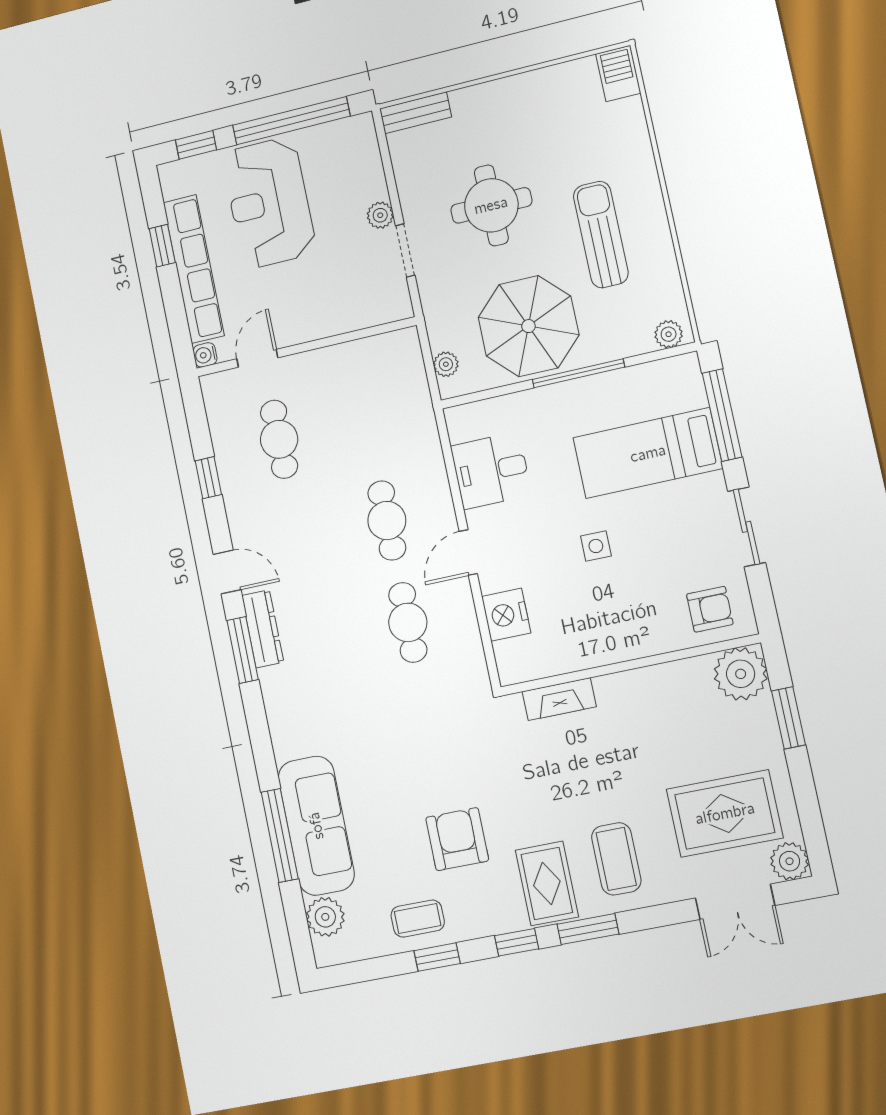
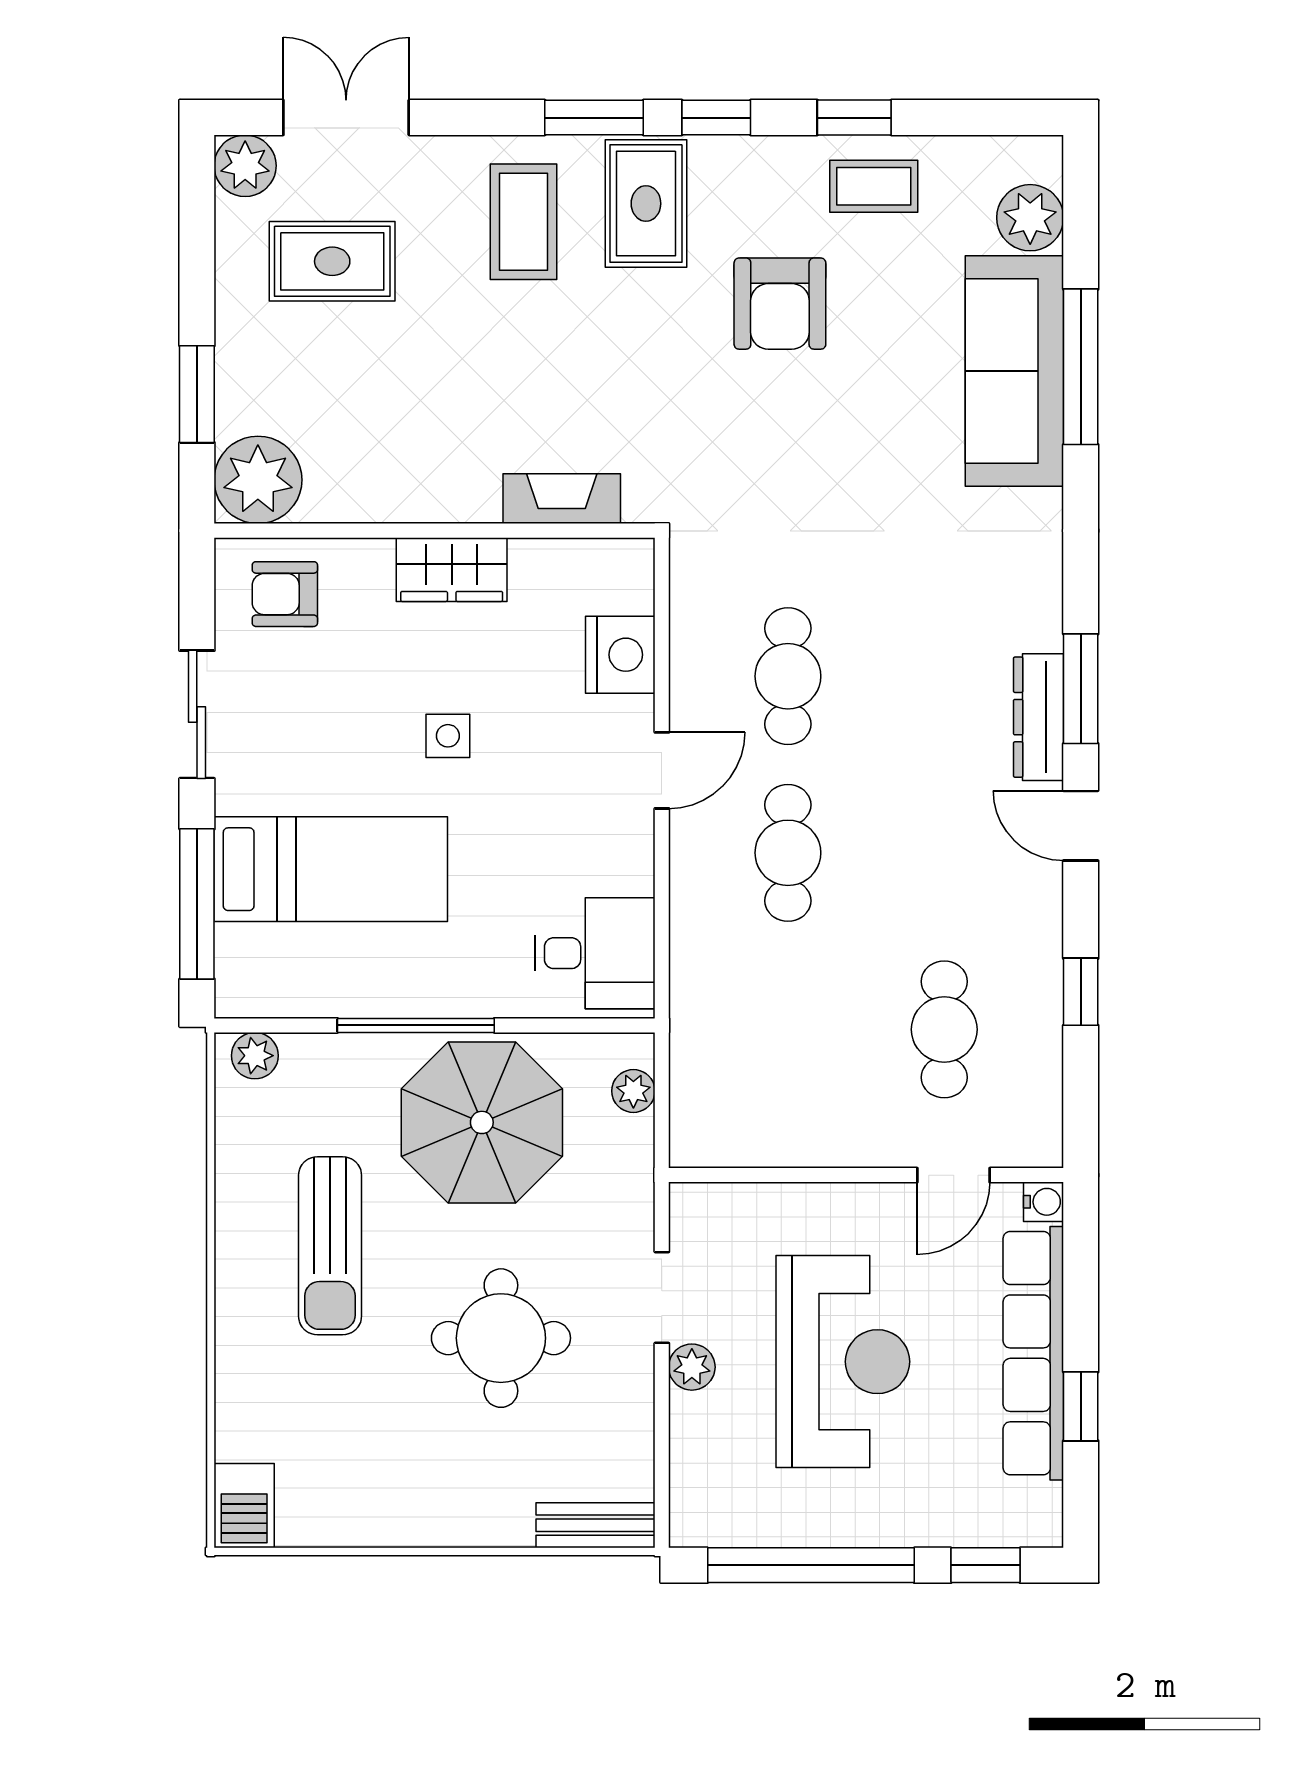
reception desk: (269, 203) -> (843, 1362), moved
desk: (491, 470) -> (595, 953), moved
wardrobe: (615, 644) -> (452, 570), added
rug: (725, 813) -> (332, 261), width x0.73, depth x0.70

